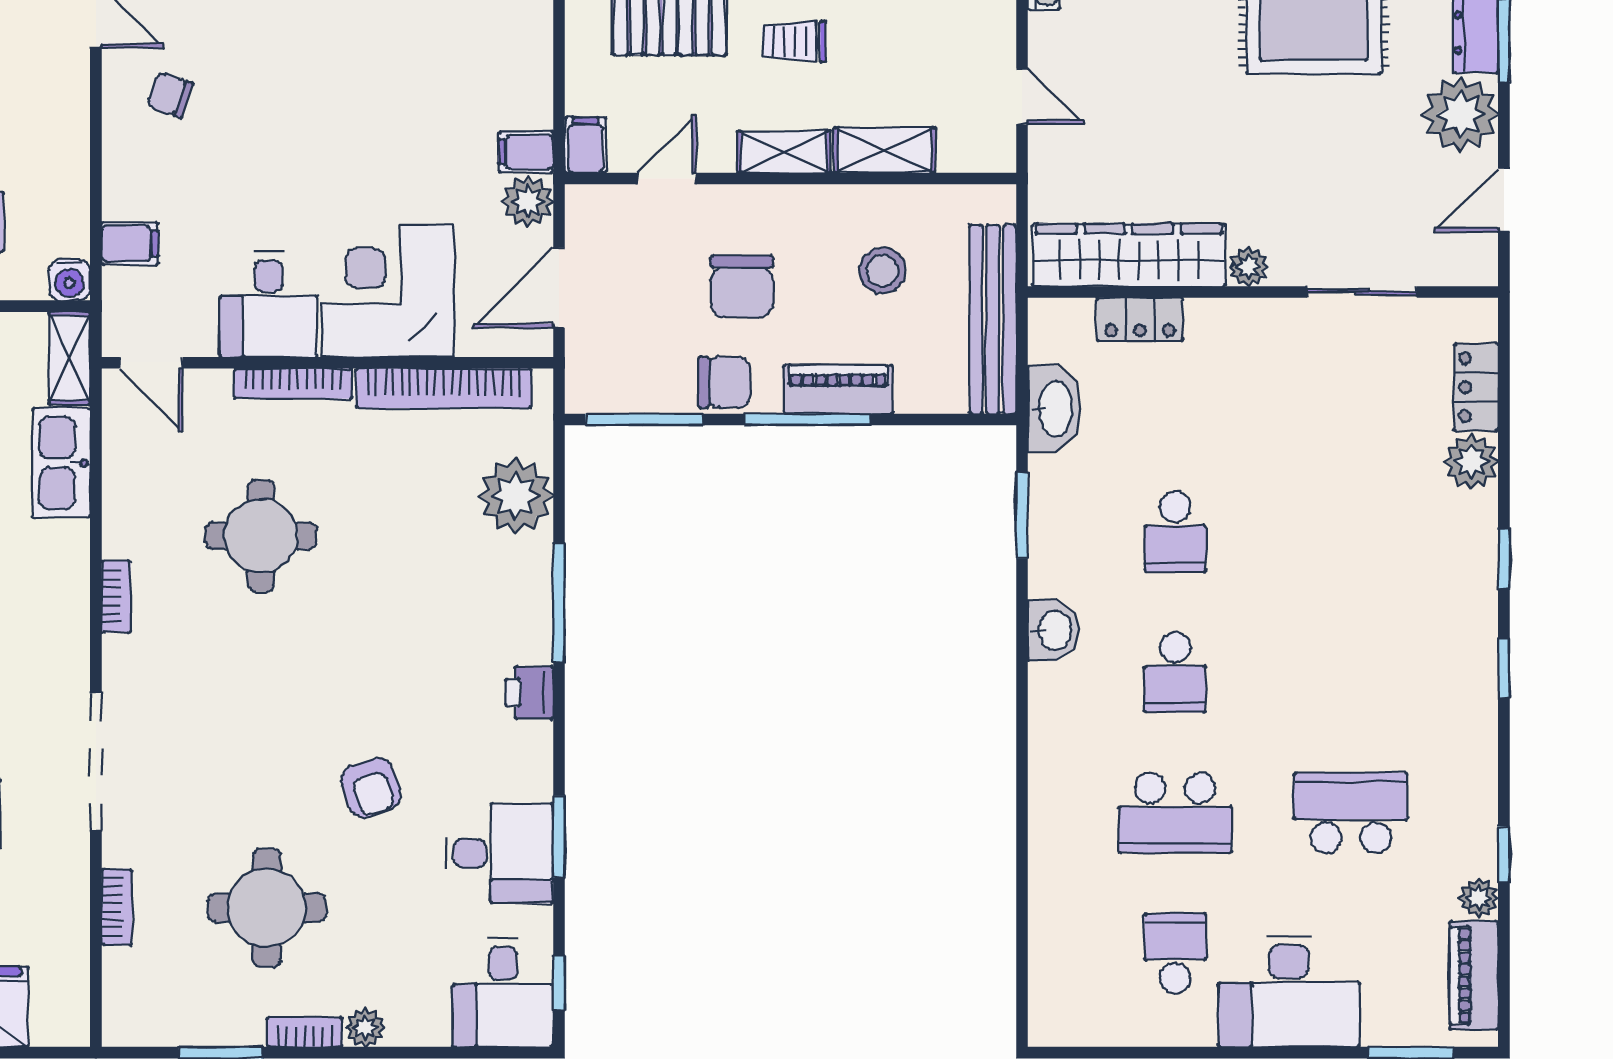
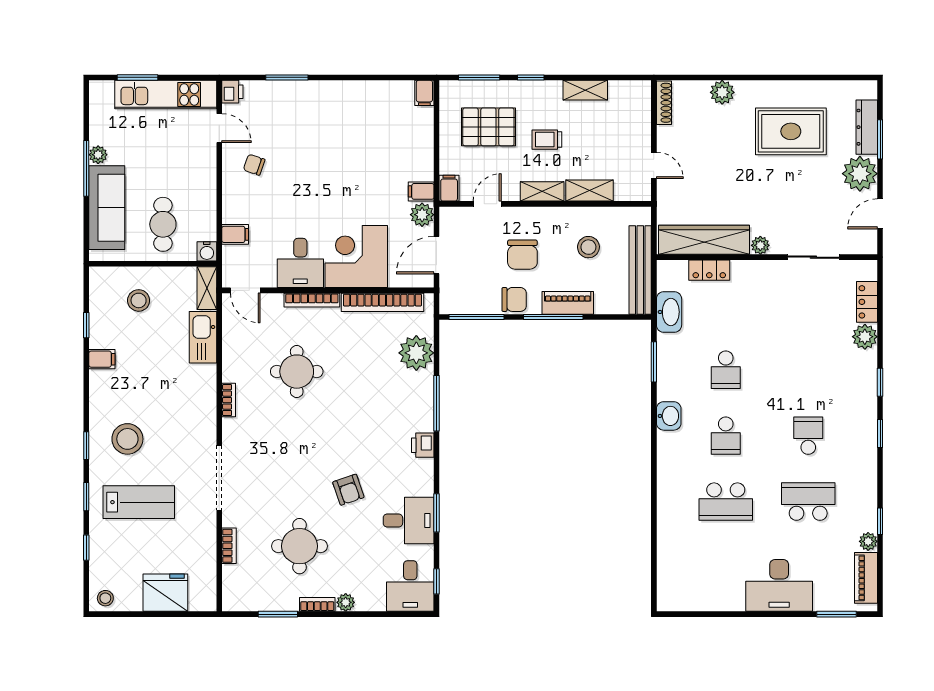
school desk: (1175, 953) -> (808, 436), moved

